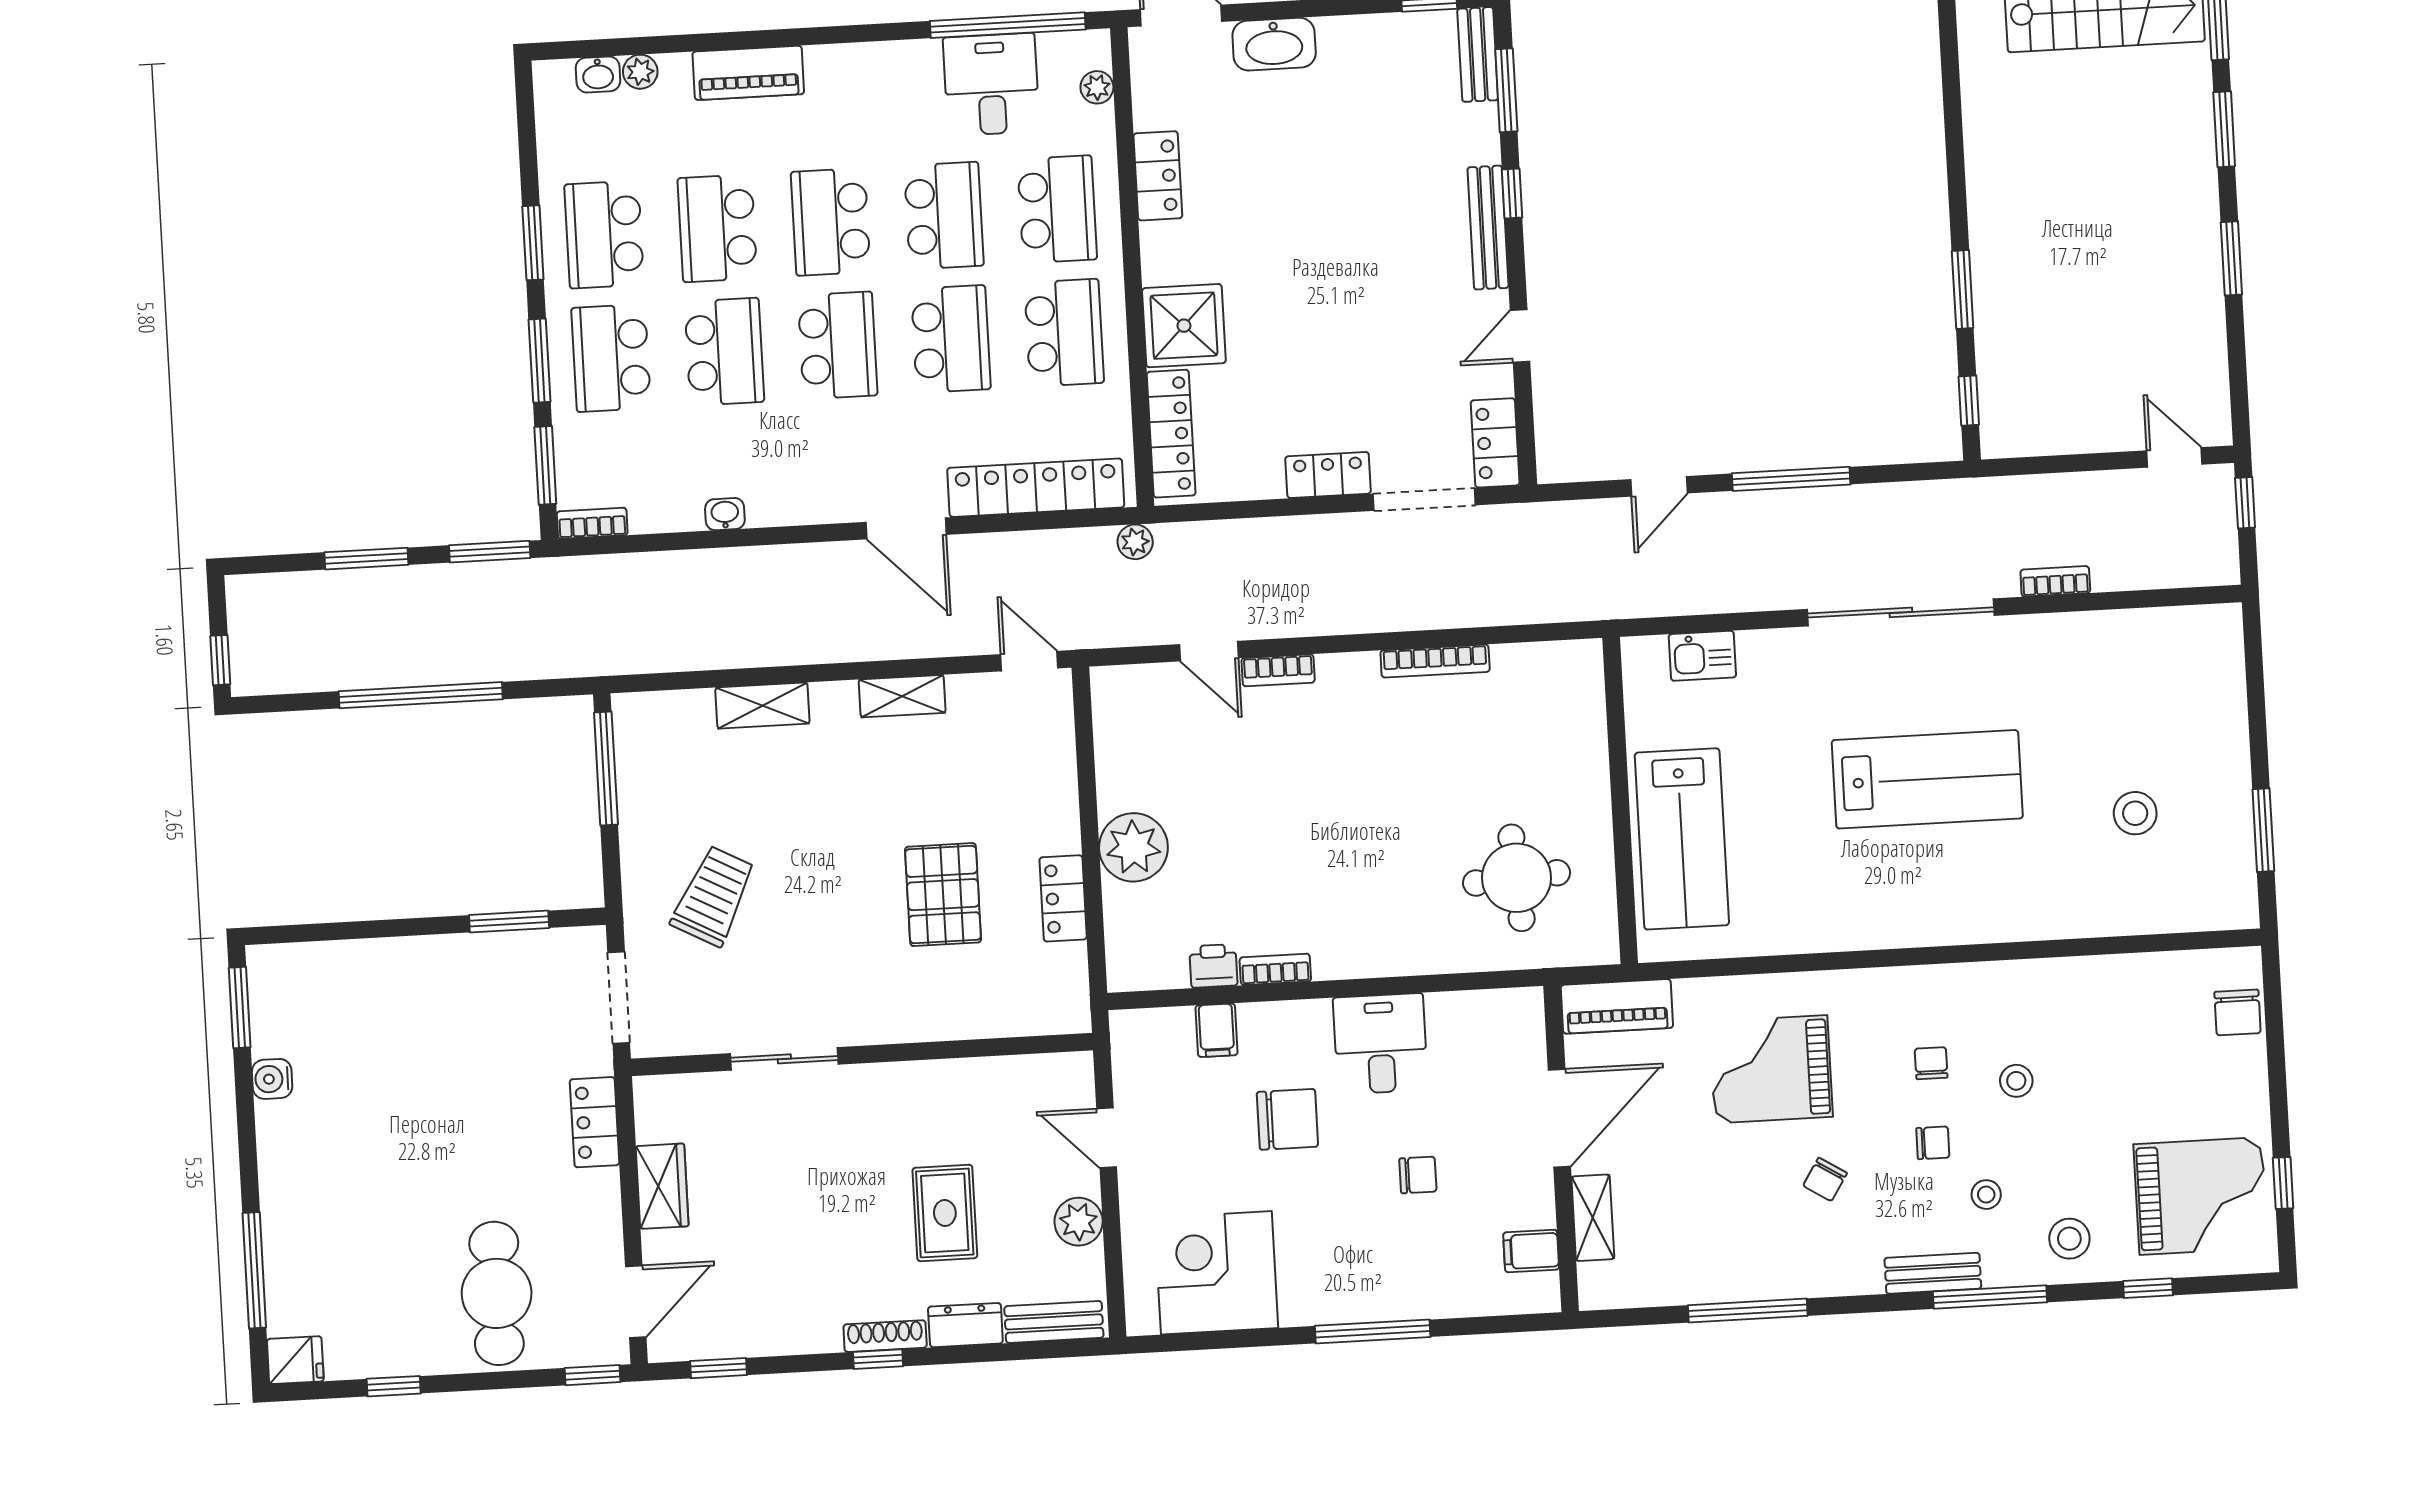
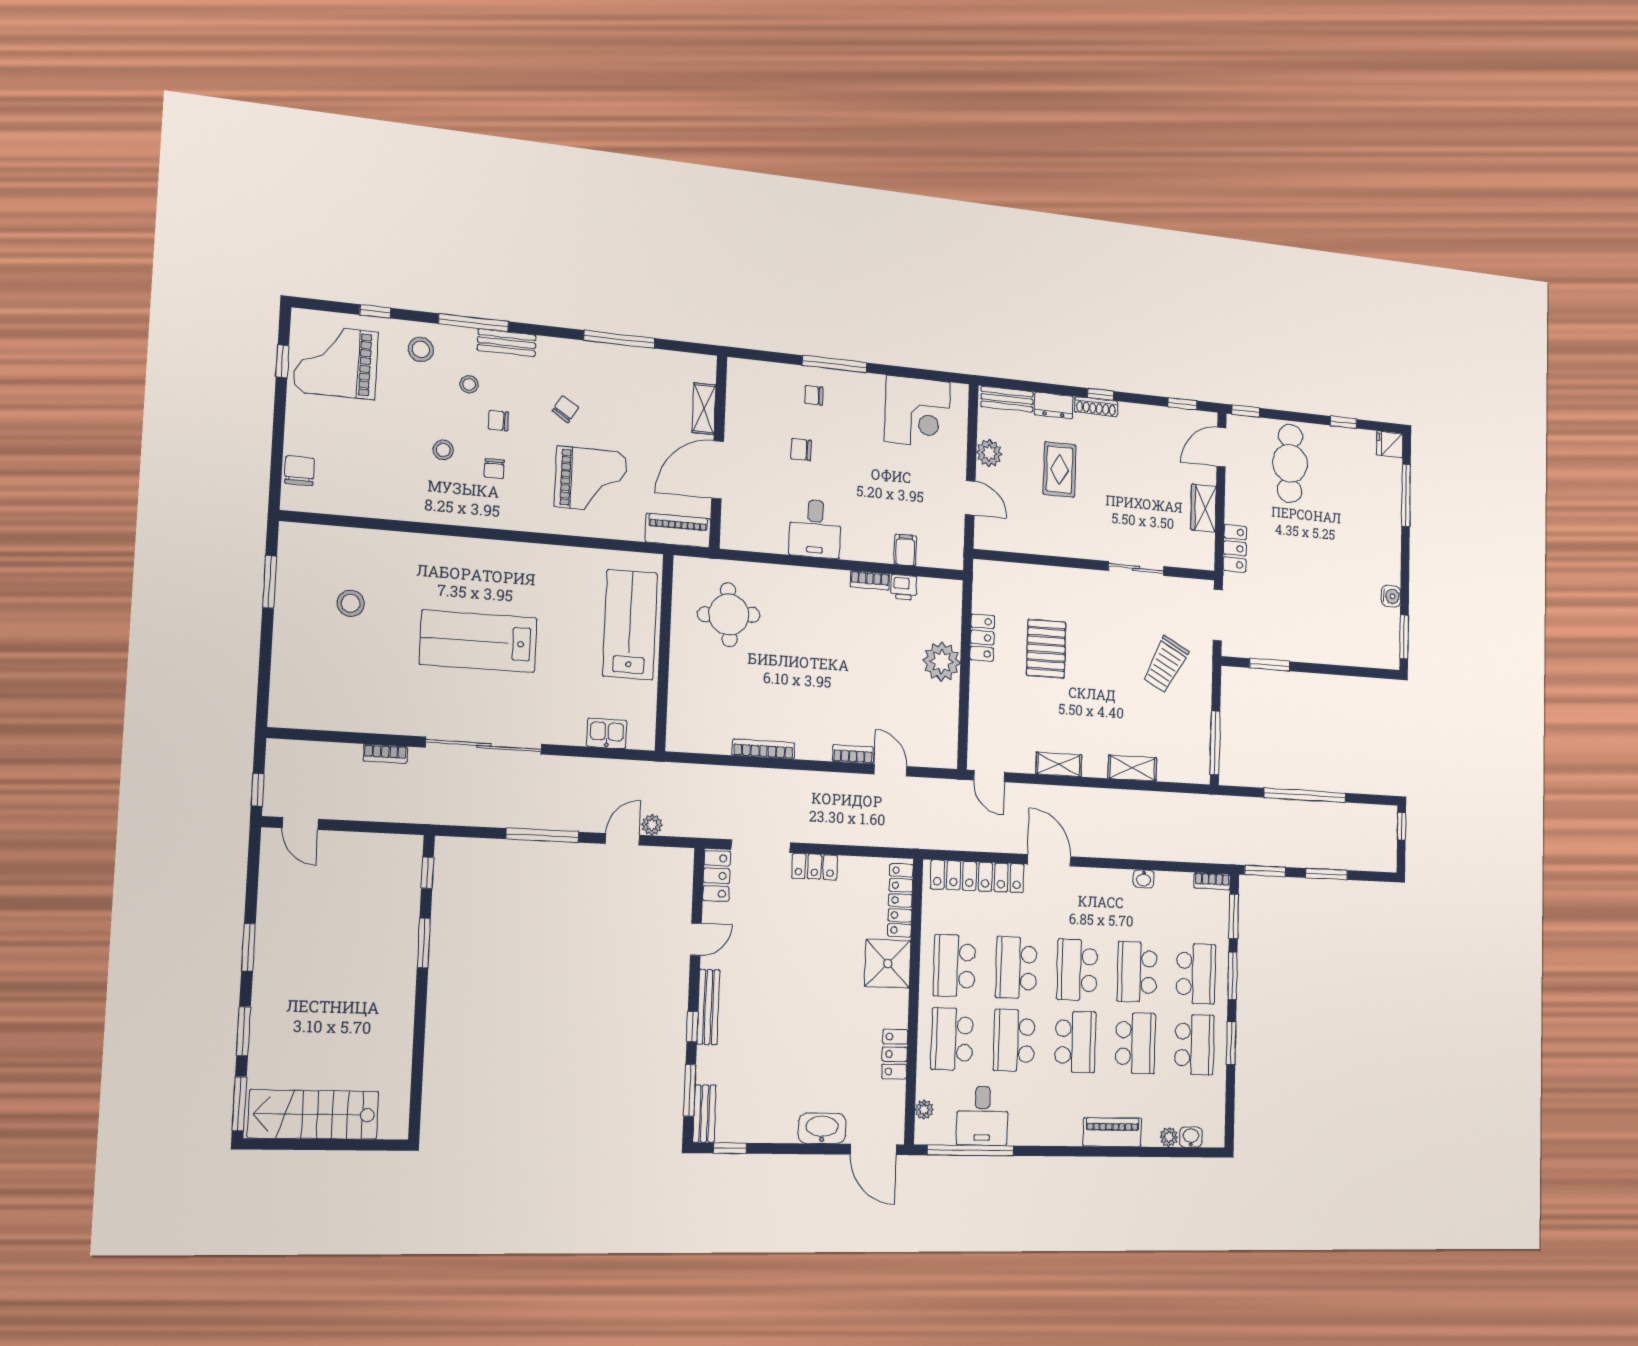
plant: (1135, 542) -> (652, 825), moved
chair: (1287, 1119) -> (814, 395), moved, width x0.54, depth x0.54
filing cabinet: (1531, 1251) -> (741, 395), removed

